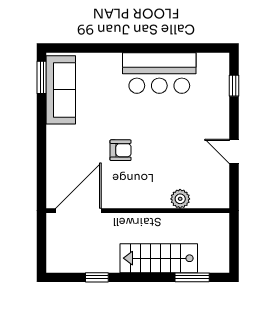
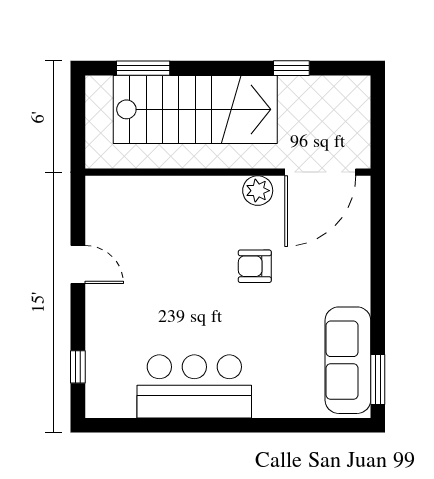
plant: (180, 199) -> (258, 191), moved
stairs: (159, 258) -> (195, 109), width x1.36, depth x1.51

